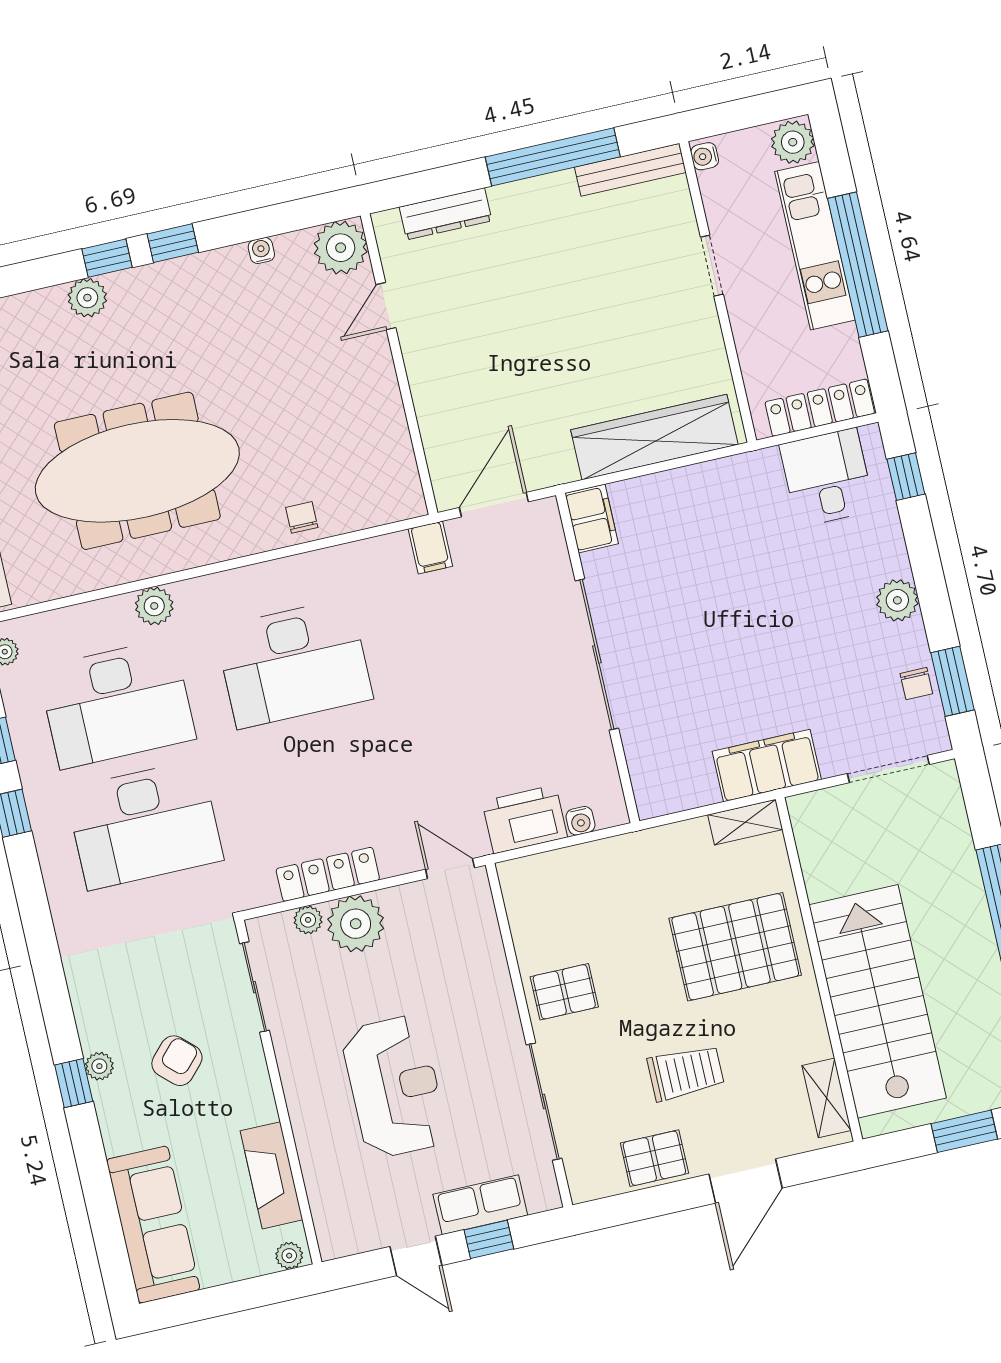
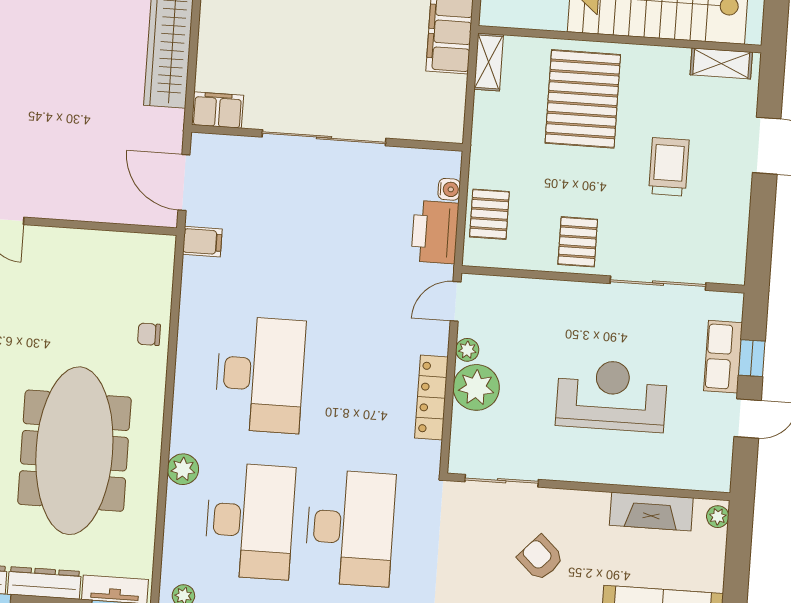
plant: (308, 920) -> (467, 350), moved
pallet: (654, 1158) -> (489, 214), moved

